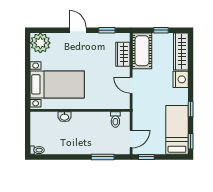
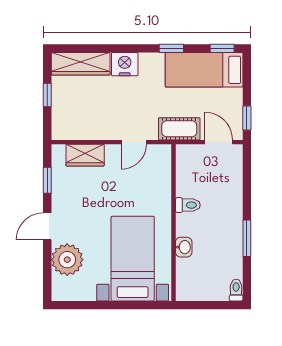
plant: (40, 43) -> (67, 260), moved
cot: (142, 51) -> (179, 129), moved, width x0.73, depth x0.75
toilet: (115, 120) -> (188, 205), moved
window: (103, 157) -> (247, 238), moved

